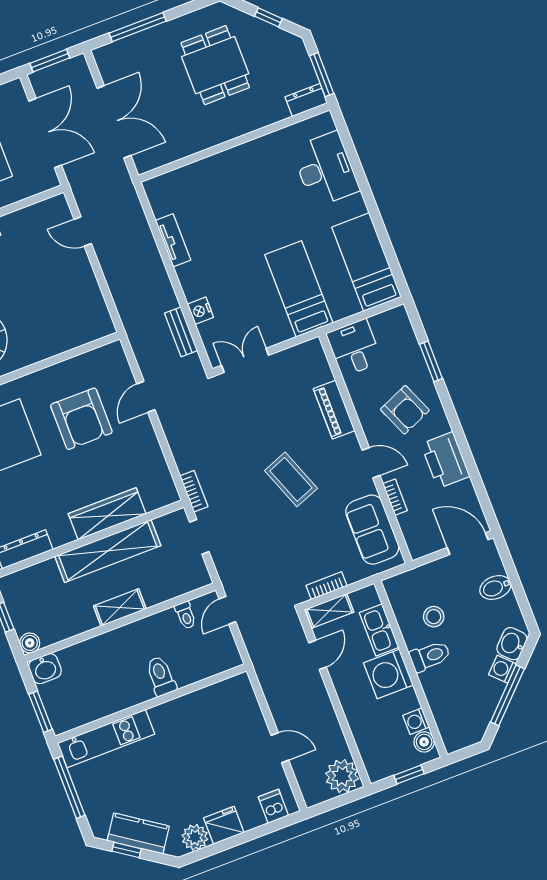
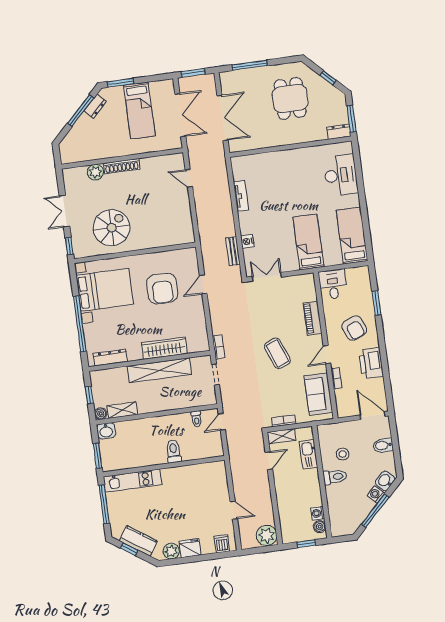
door: (371, 463) -> (327, 355), swing flipped
shelving: (120, 607) -> (122, 410), moved
washing machine: (388, 674) -> (308, 482), removed

